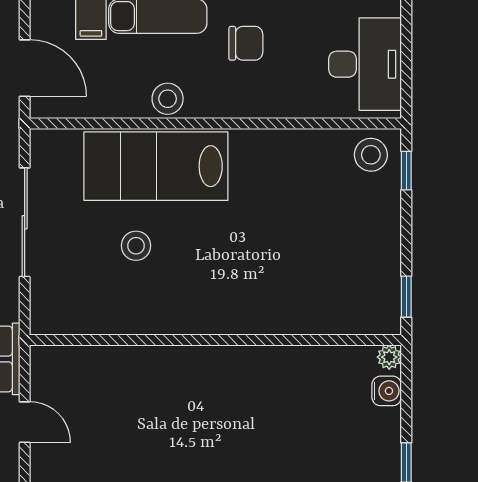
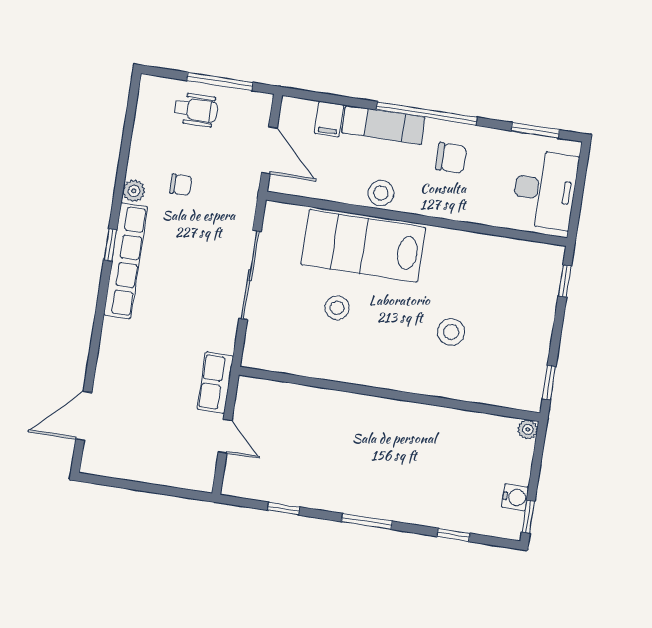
stool: (371, 155) -> (451, 332), moved
water cooler: (387, 391) -> (515, 497), moved

